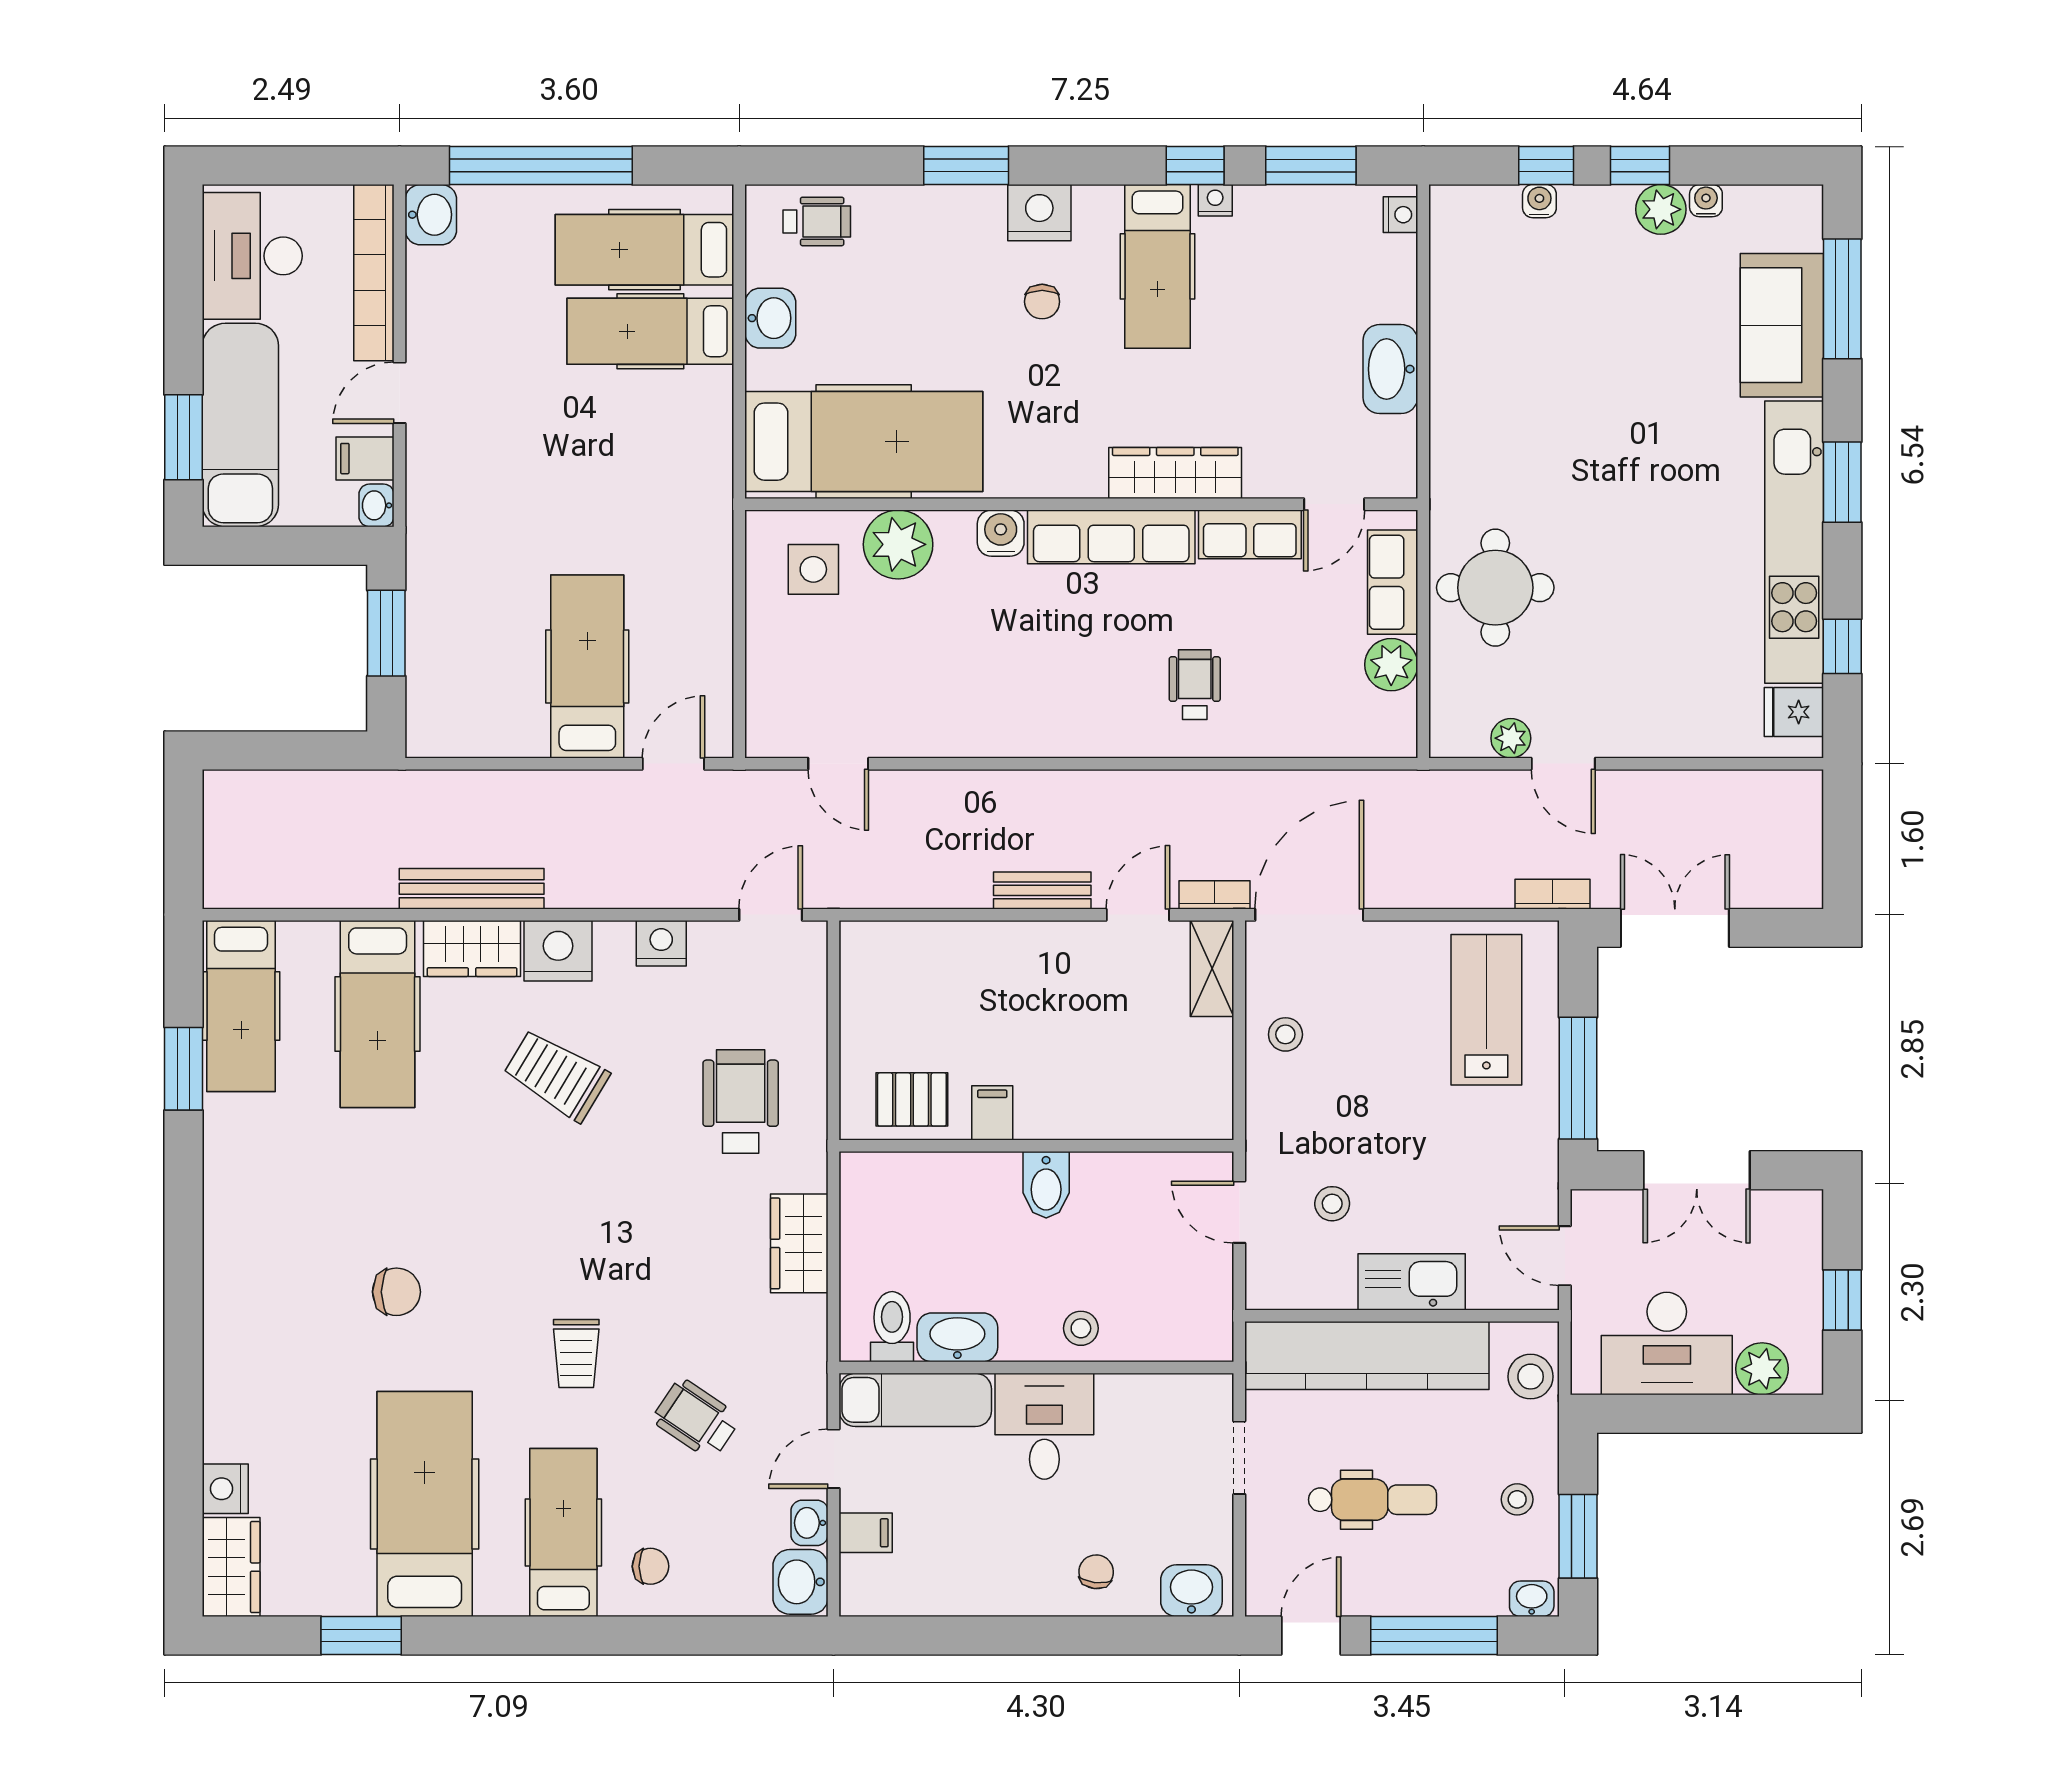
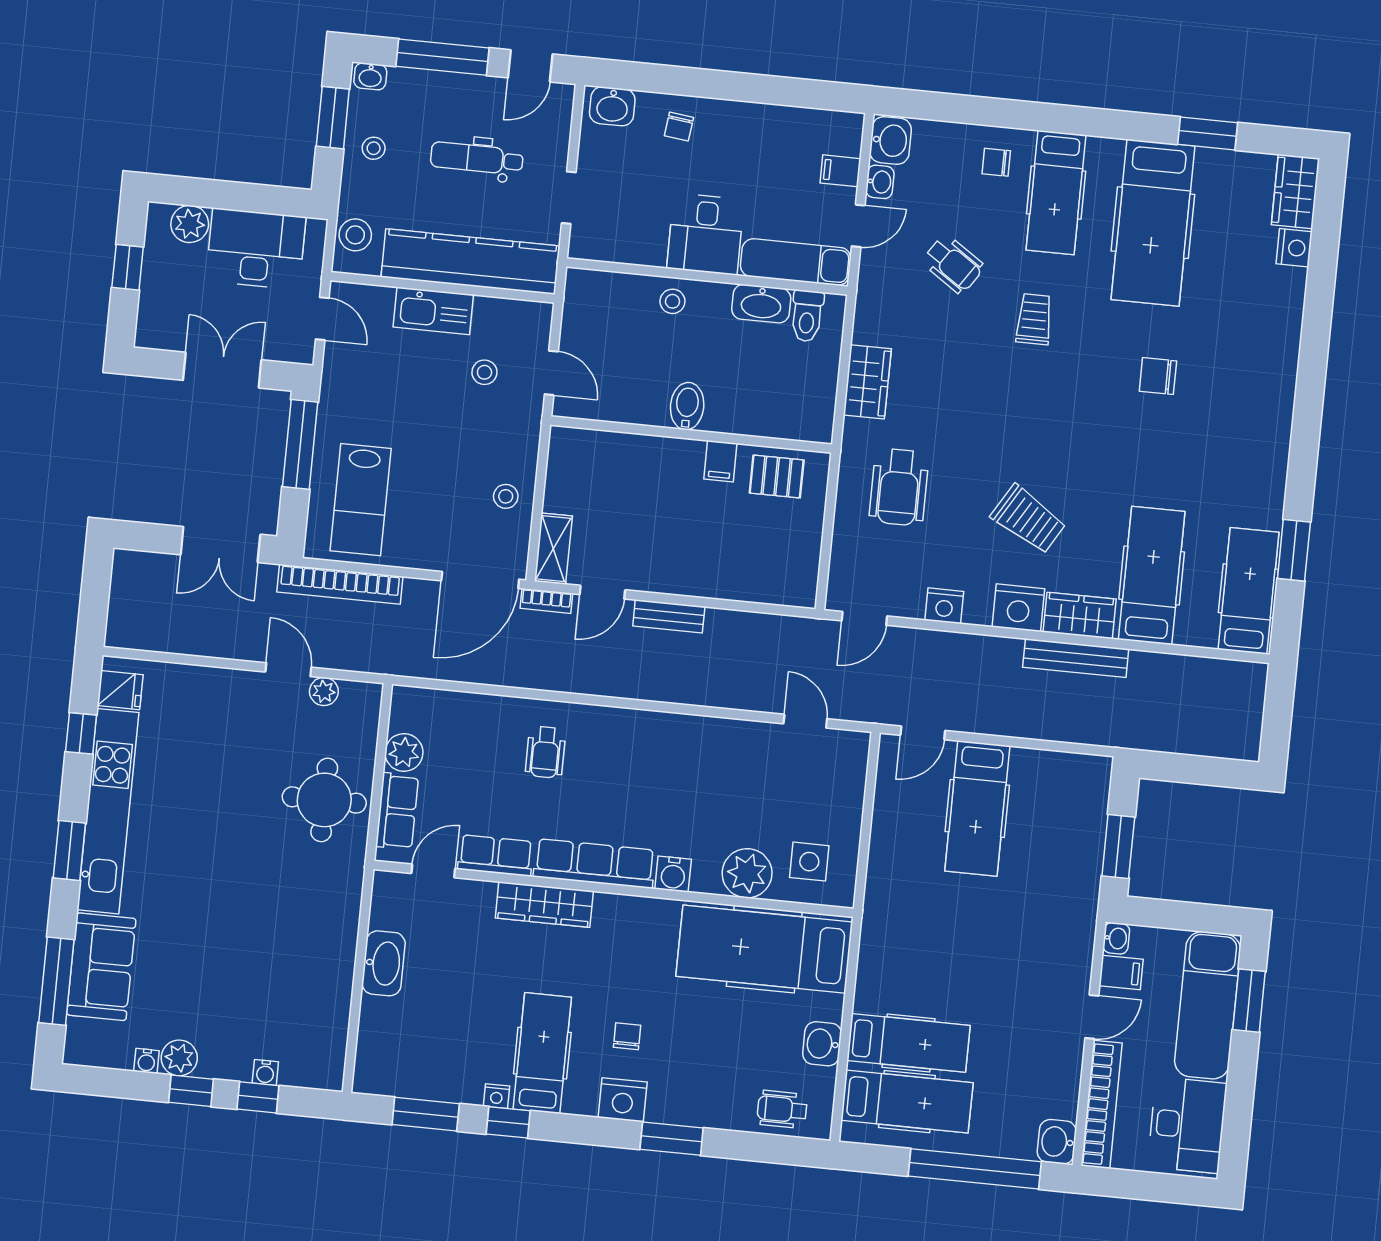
nightstand: (1401, 215) -> (365, 1073), removed
bookcase: (1552, 894) -> (340, 584), width x2.31, depth x1.31

